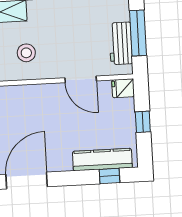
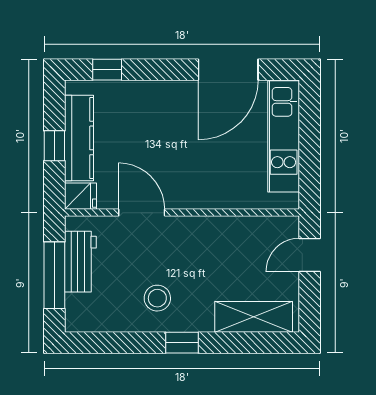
stool: (26, 53) -> (157, 298), moved
kitchen counter: (102, 160) -> (79, 138), moved, turned -90

